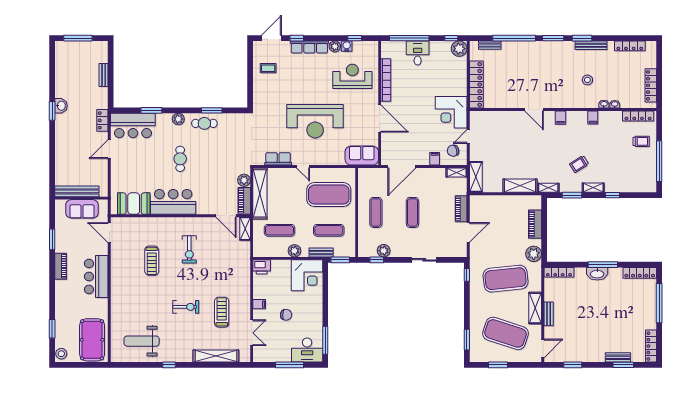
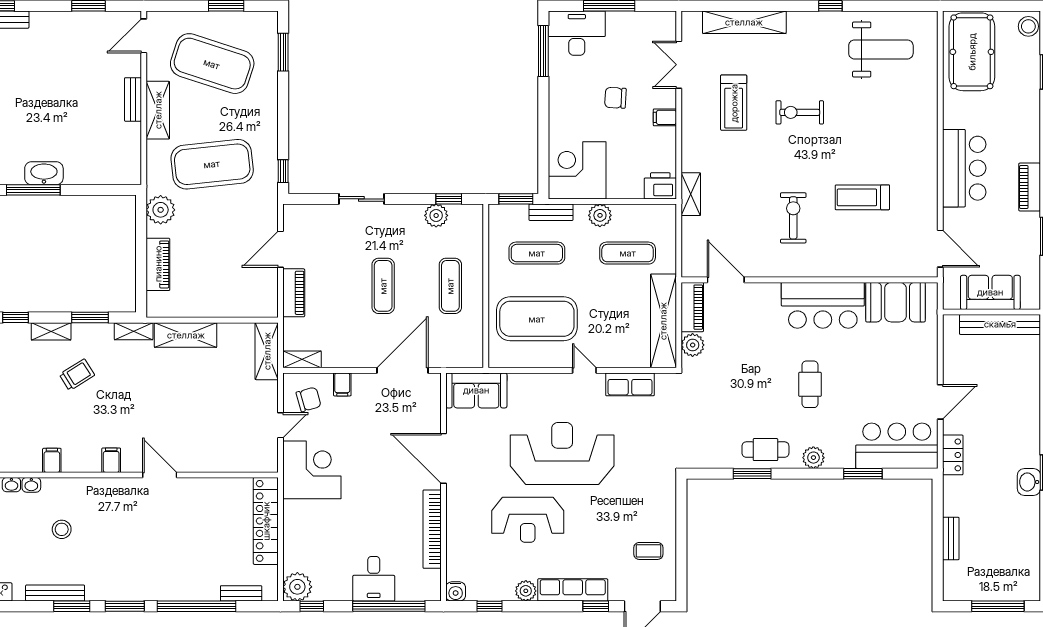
water cooler: (347, 46) -> (456, 591), moved
reception desk: (352, 76) -> (528, 520), moved
shelving: (245, 229) -> (691, 194), moved
treadmill: (152, 261) -> (862, 197), turned -90
locker: (559, 272) -> (114, 176), removed

